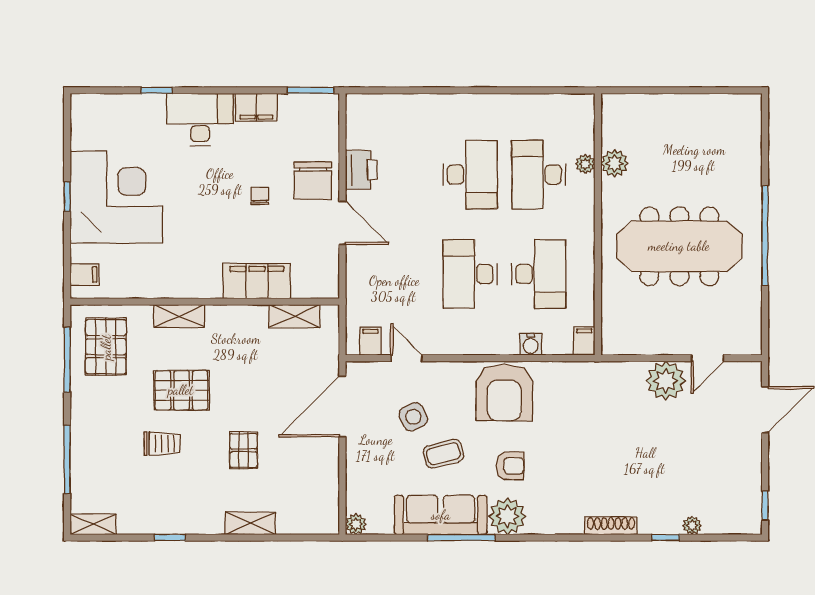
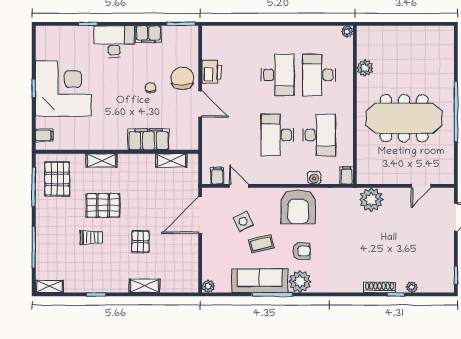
plant: (585, 164) -> (347, 32), moved
chair: (313, 180) -> (182, 78), turned 180
plant: (666, 381) -> (371, 200), moved
shoe rack: (611, 526) -> (380, 287), moved

